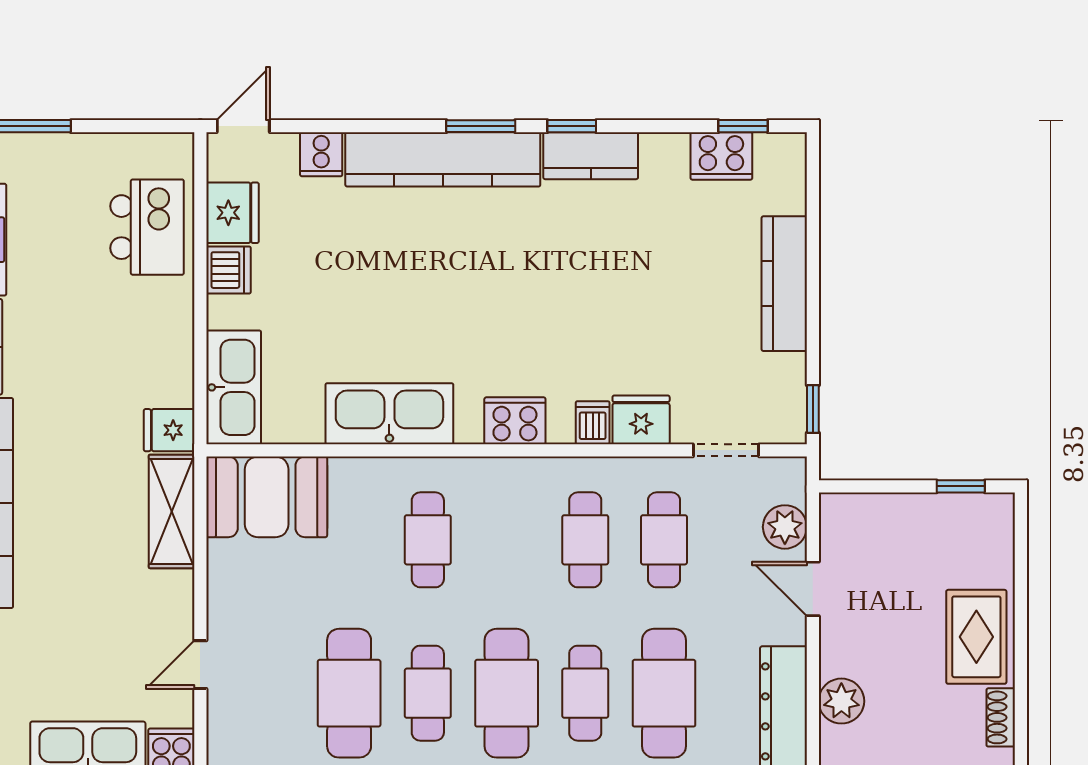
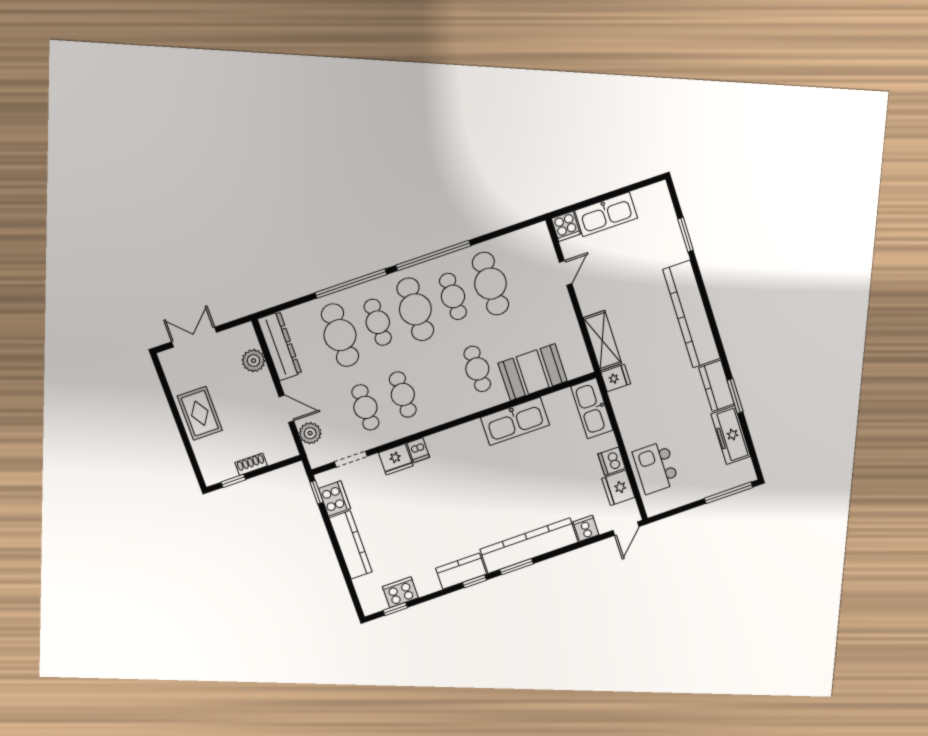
cooker: (515, 421) -> (334, 499), moved, turned -90
booth: (267, 497) -> (533, 372), moved
shoe rack: (1001, 717) -> (251, 464), moved, turned -90

